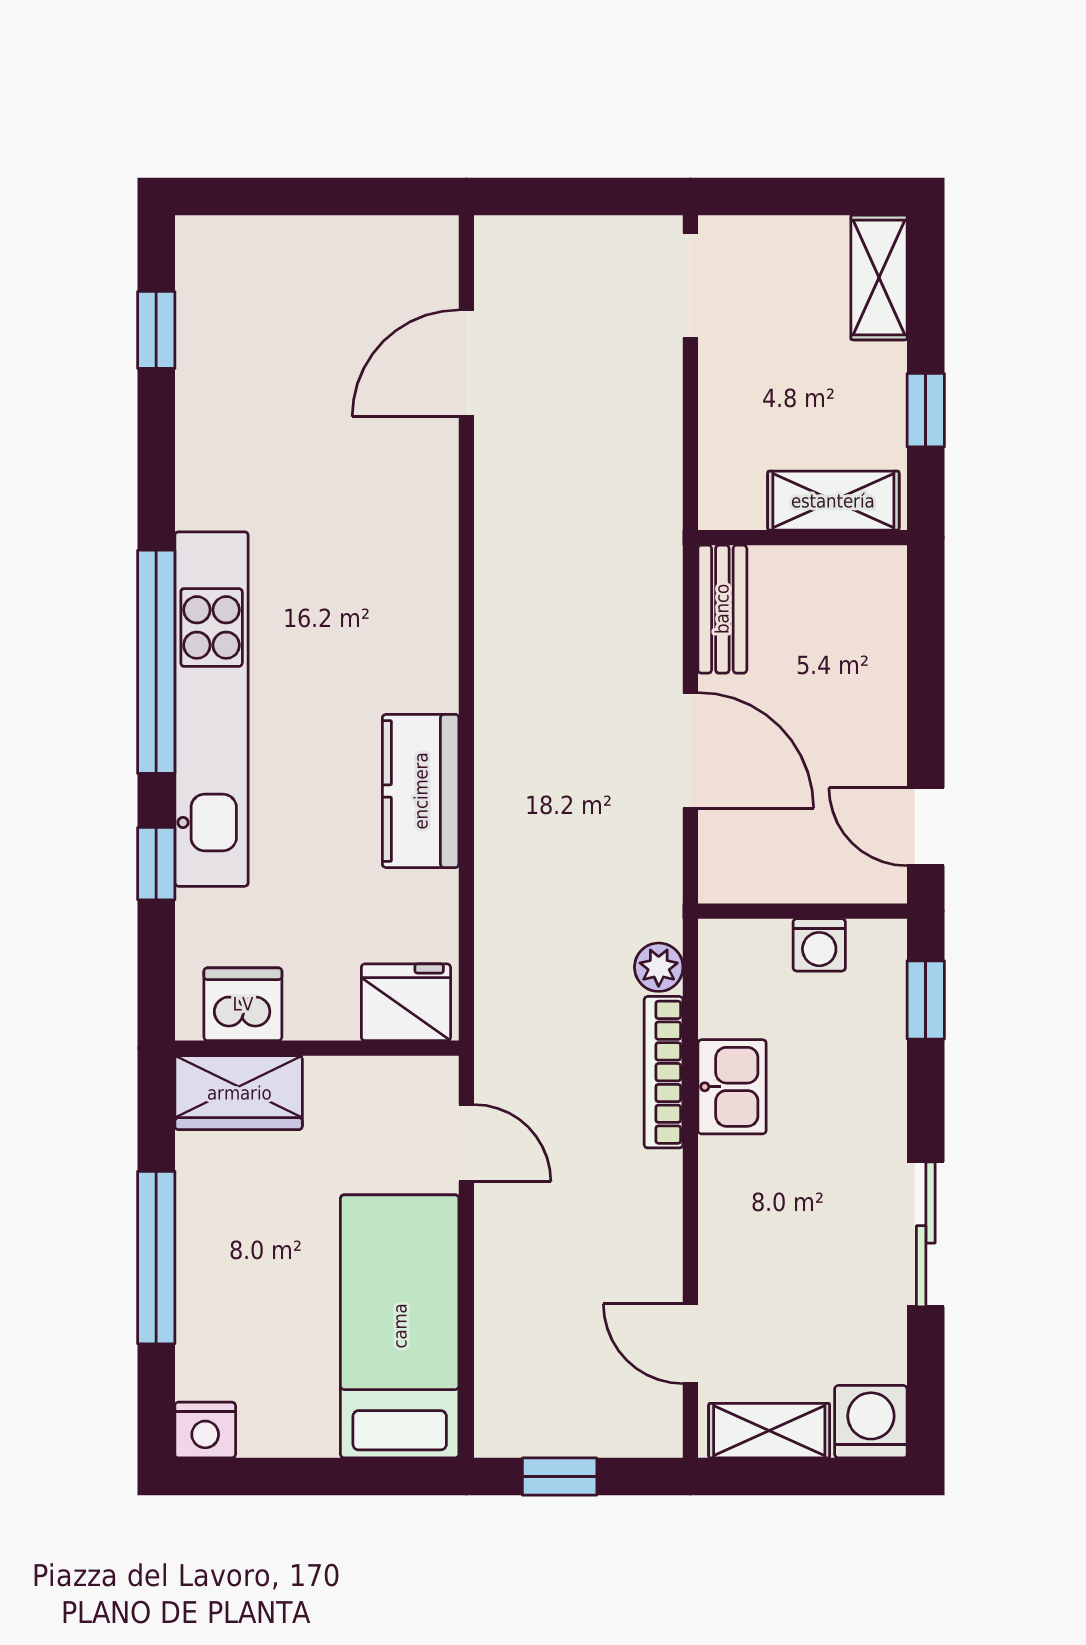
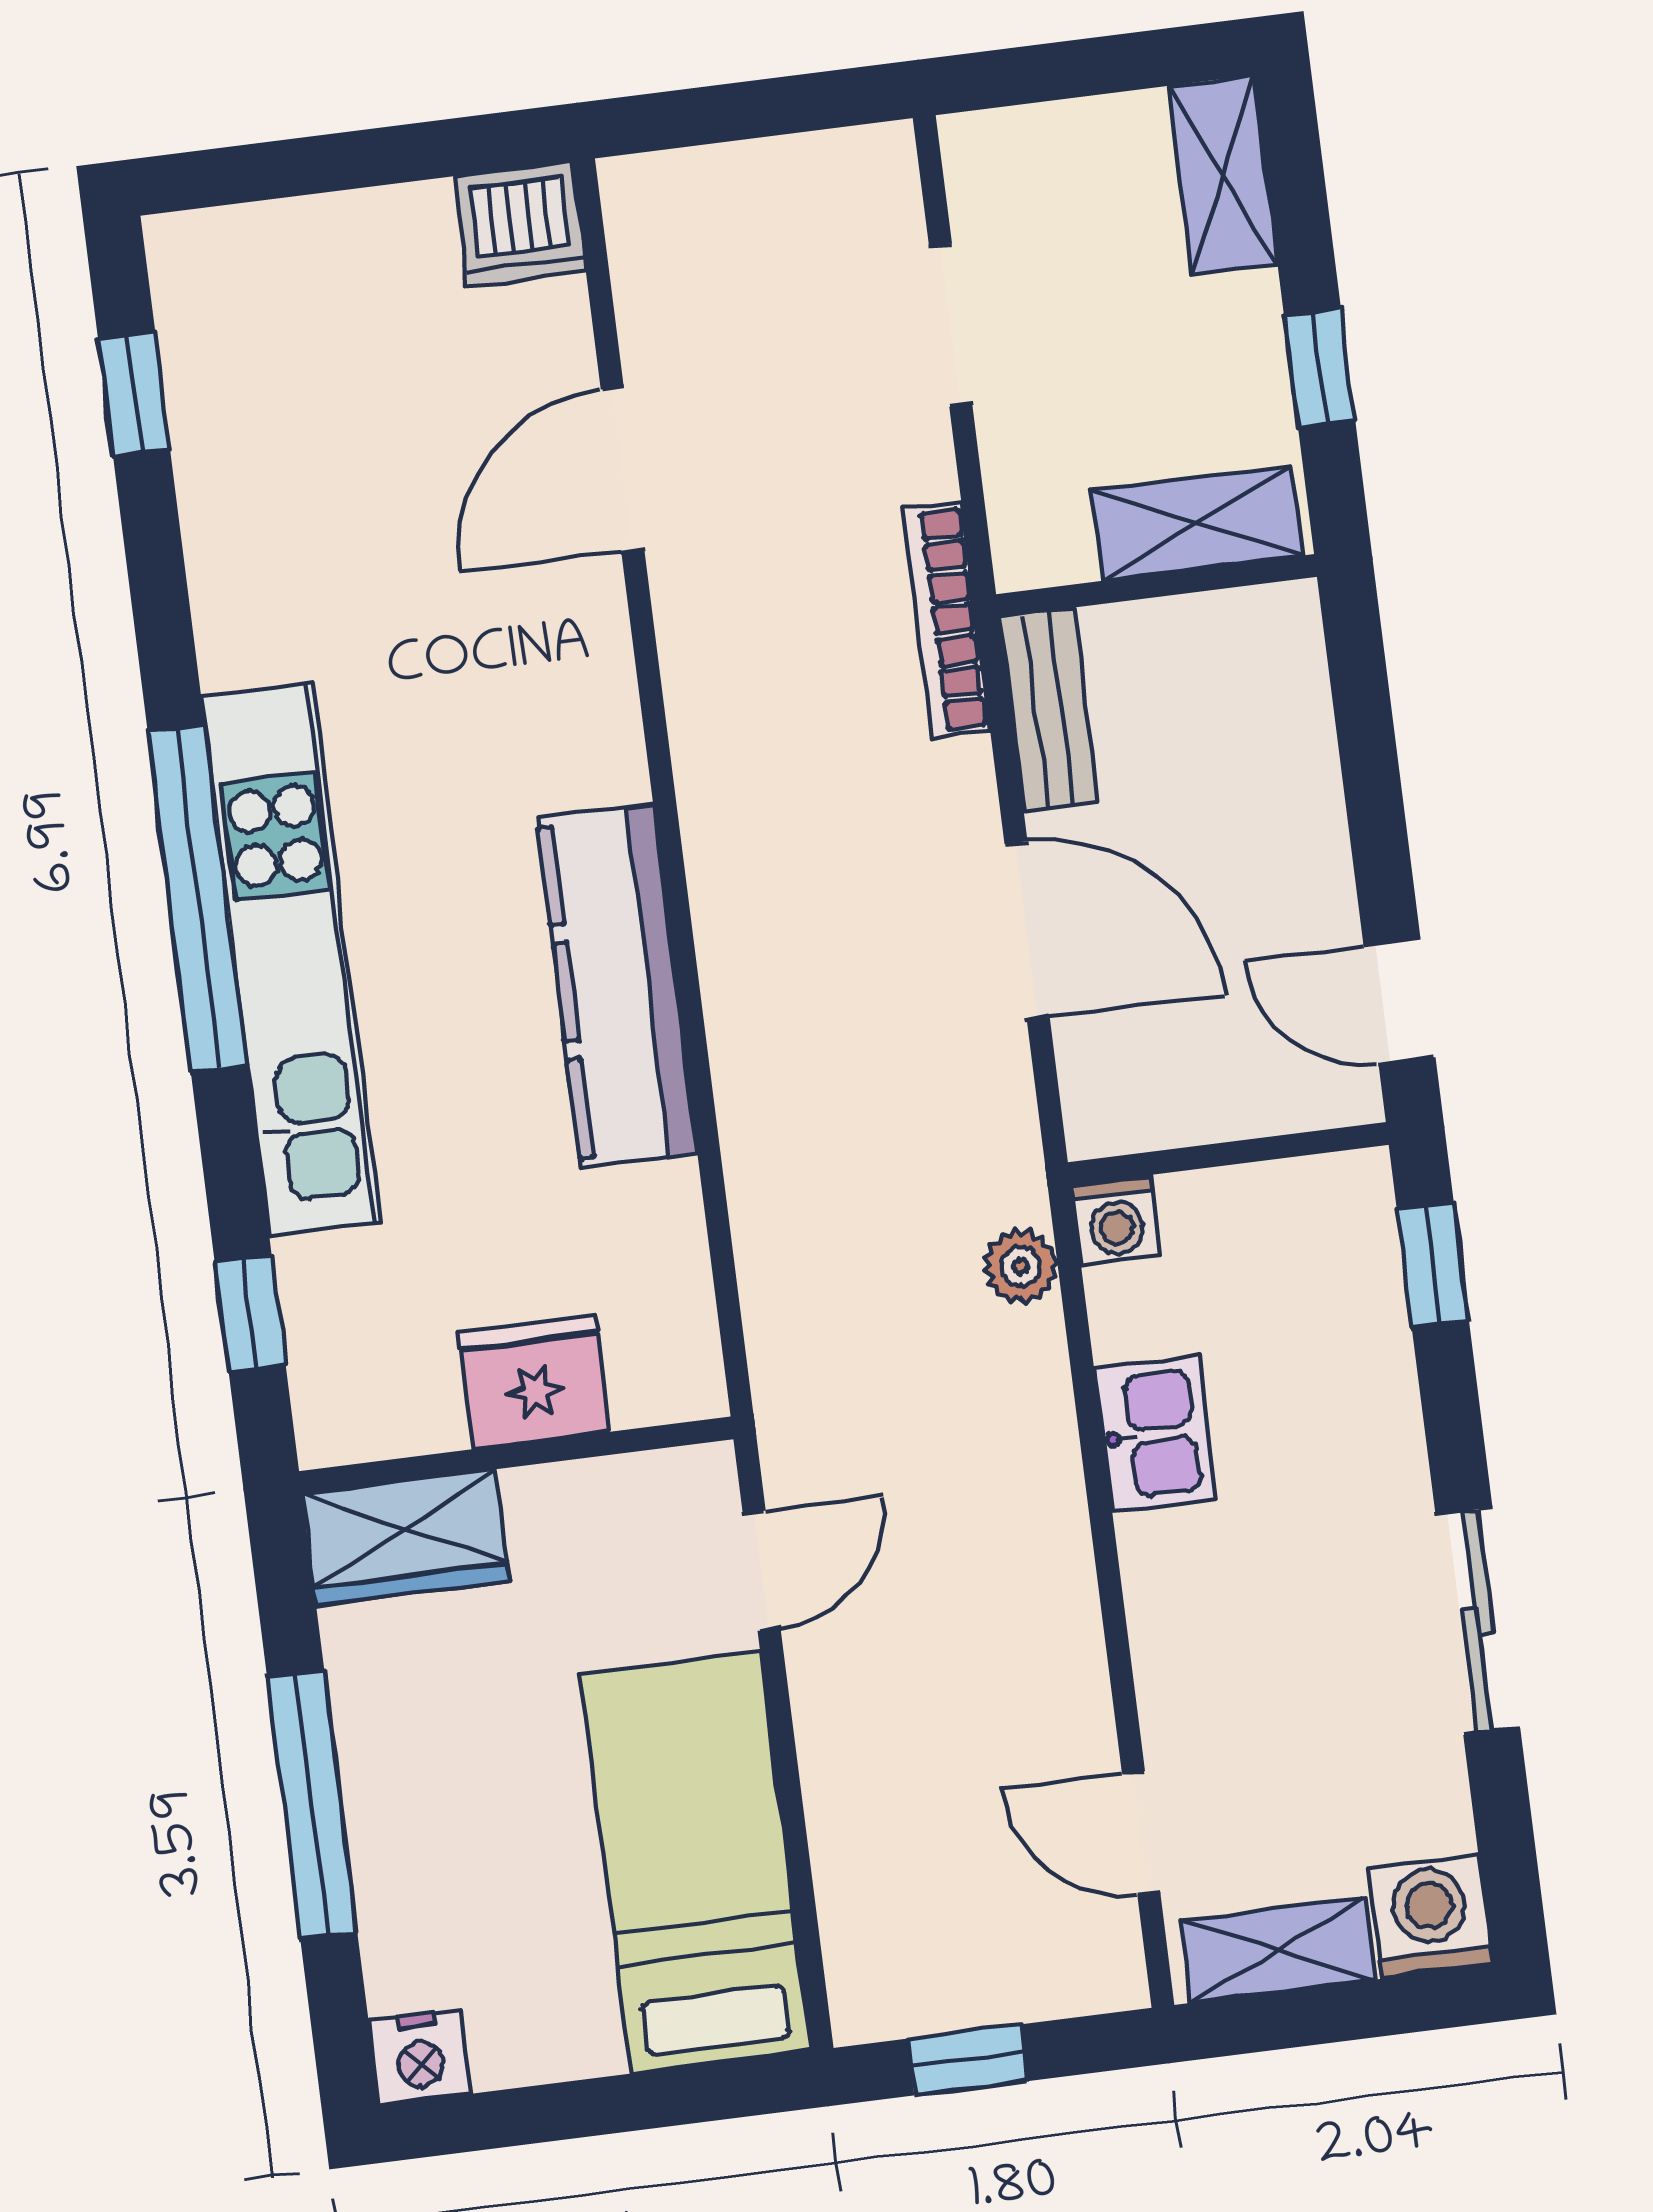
doorway: (690, 286) -> (951, 325), moved
door: (466, 363) -> (623, 469), moved
kitchen counter: (421, 791) -> (617, 986), width x1.50
window: (156, 864) -> (250, 1314), moved
washing machine: (819, 945) -> (1116, 1220), moved
fridge: (406, 1002) -> (534, 1382), moved
dishwasher: (243, 1004) -> (520, 224), moved, turned 180
bookcase: (664, 1072) -> (946, 620), moved
door: (466, 1143) -> (762, 1571), hinge flipped

